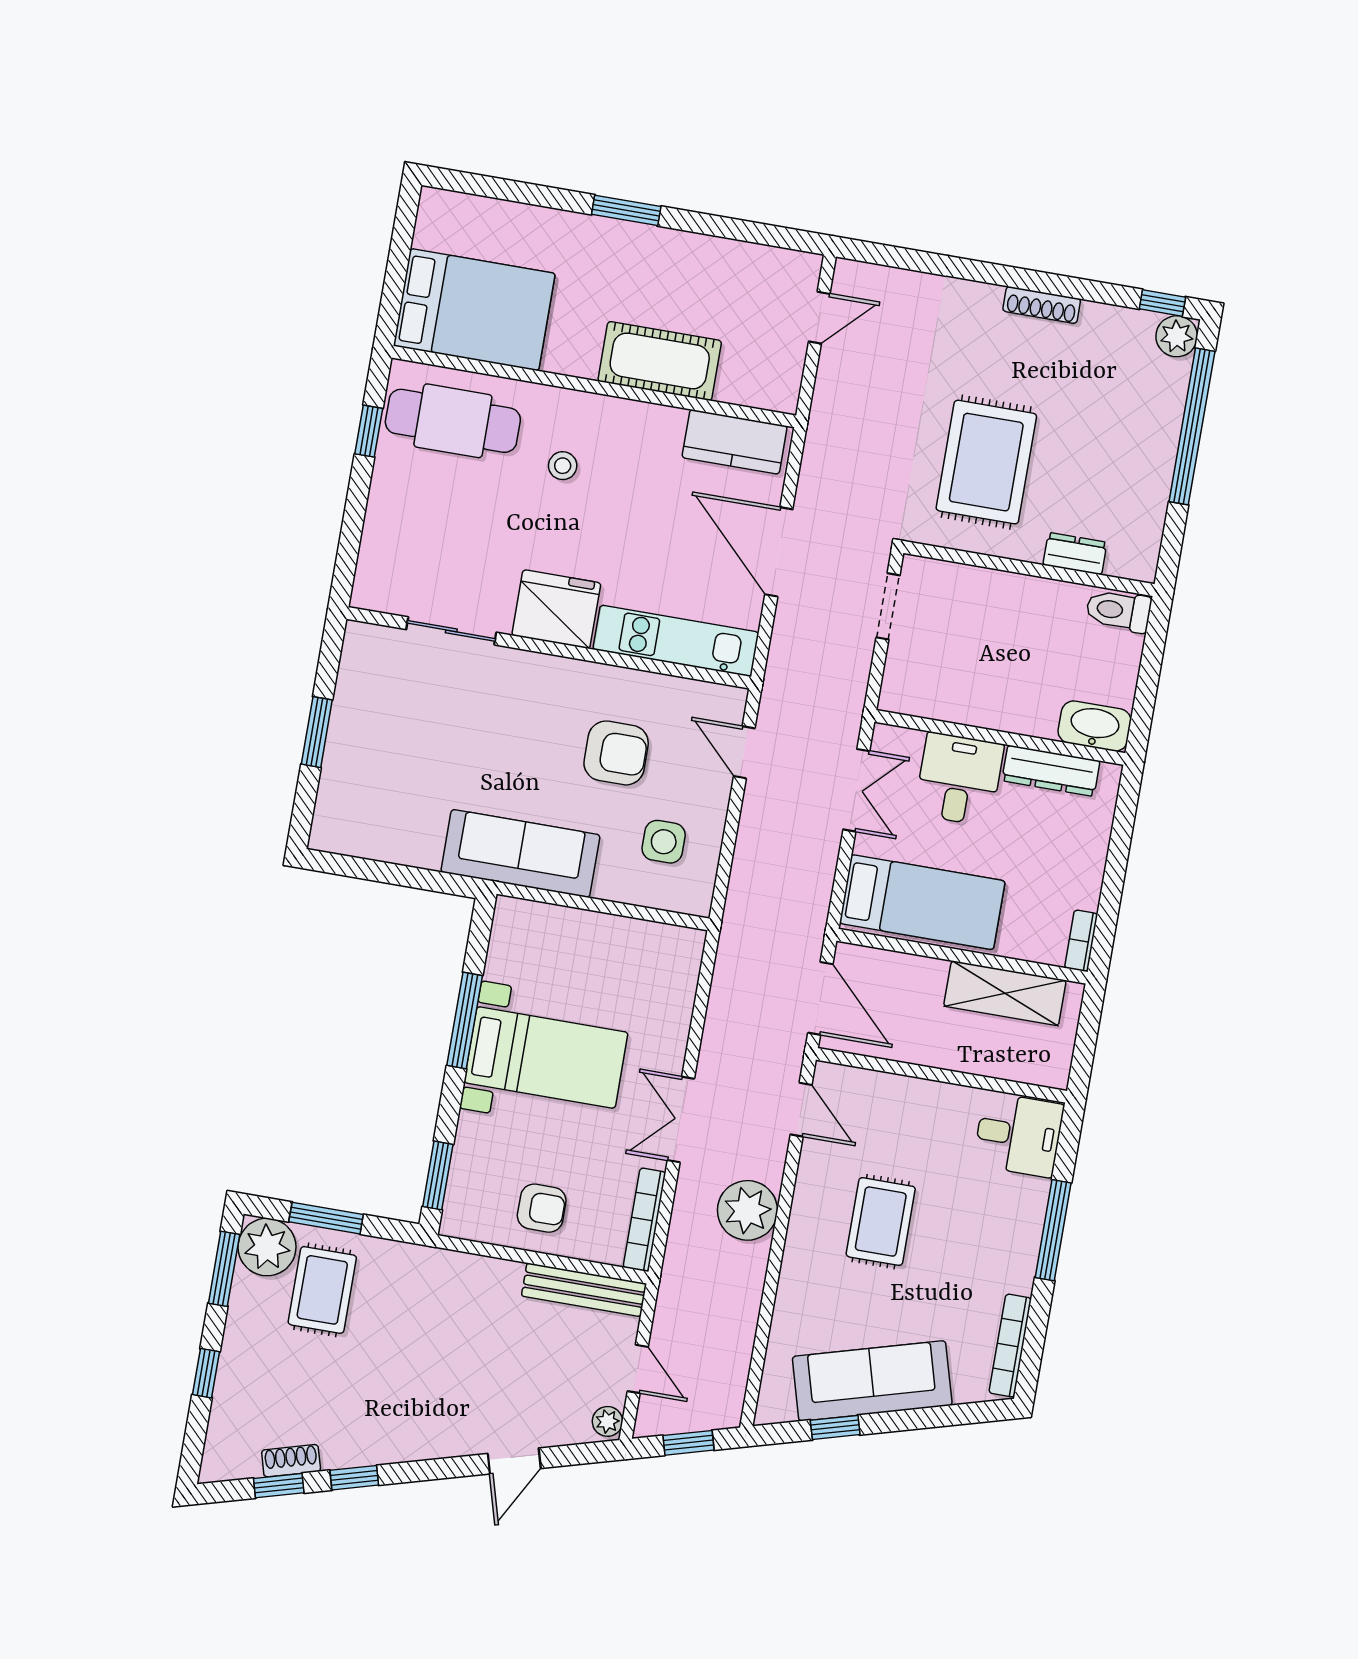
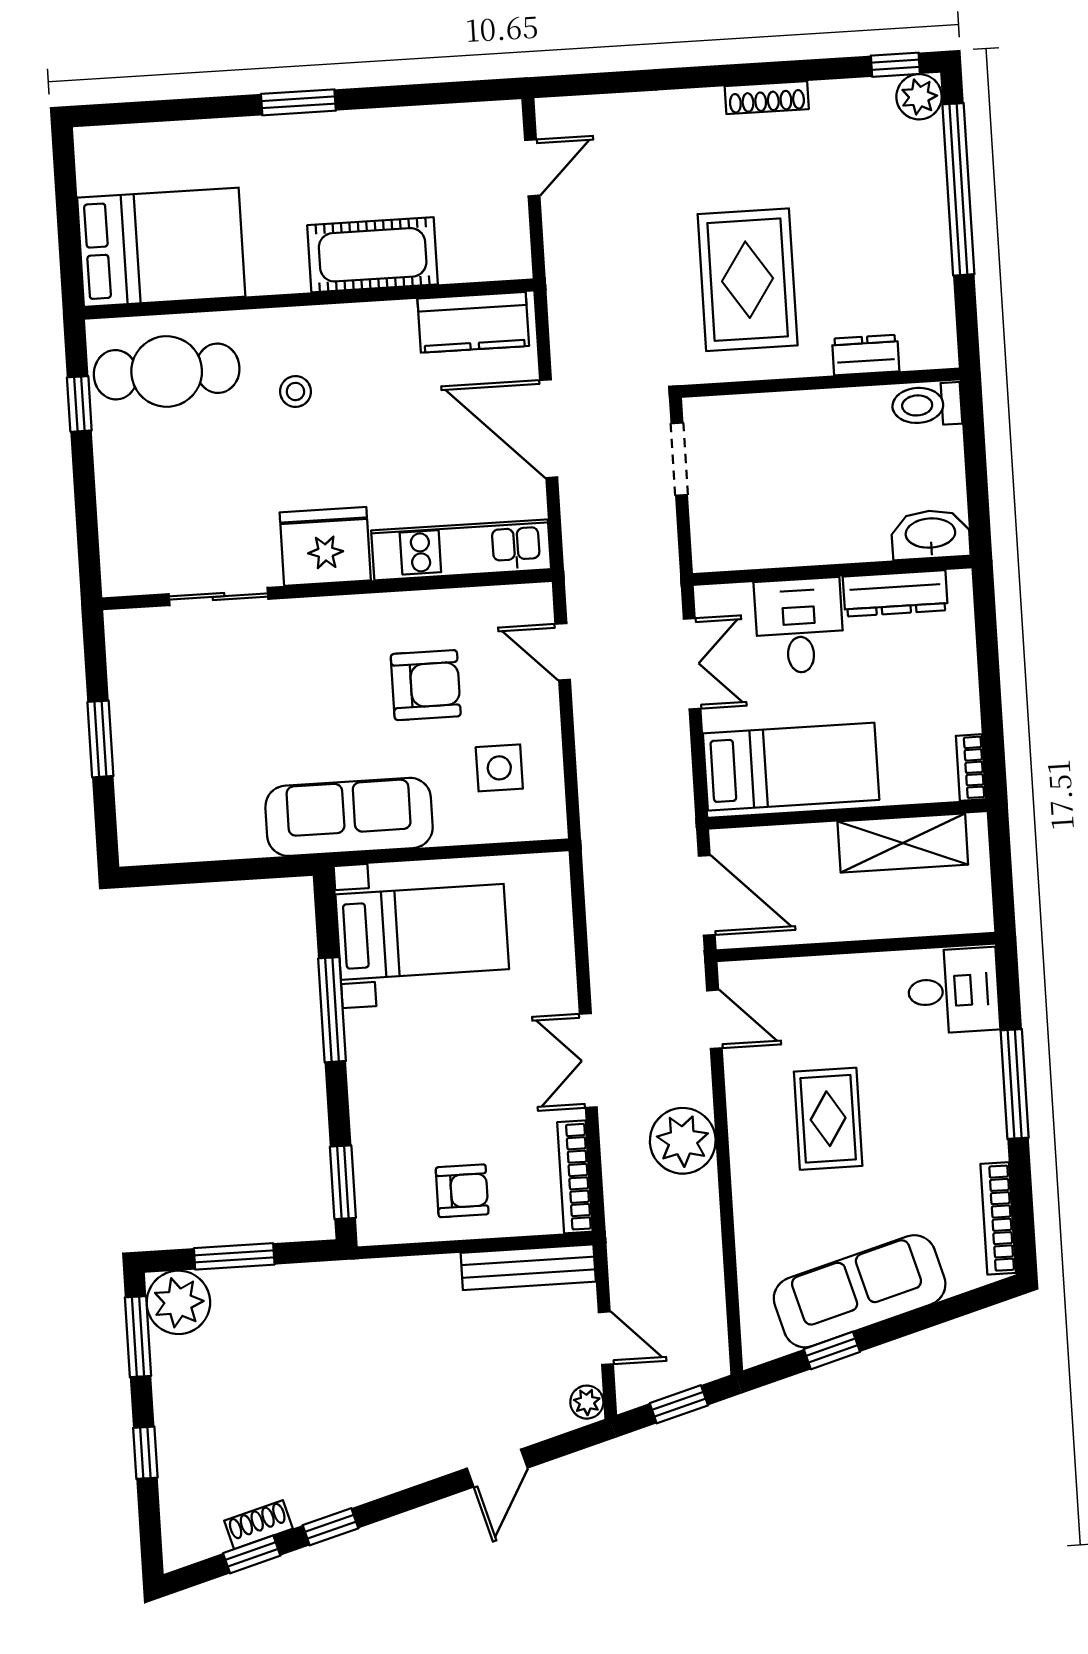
bed with nightstands: (546, 1057) -> (422, 932), moved
rug: (322, 1290) -> (248, 1334), removed

